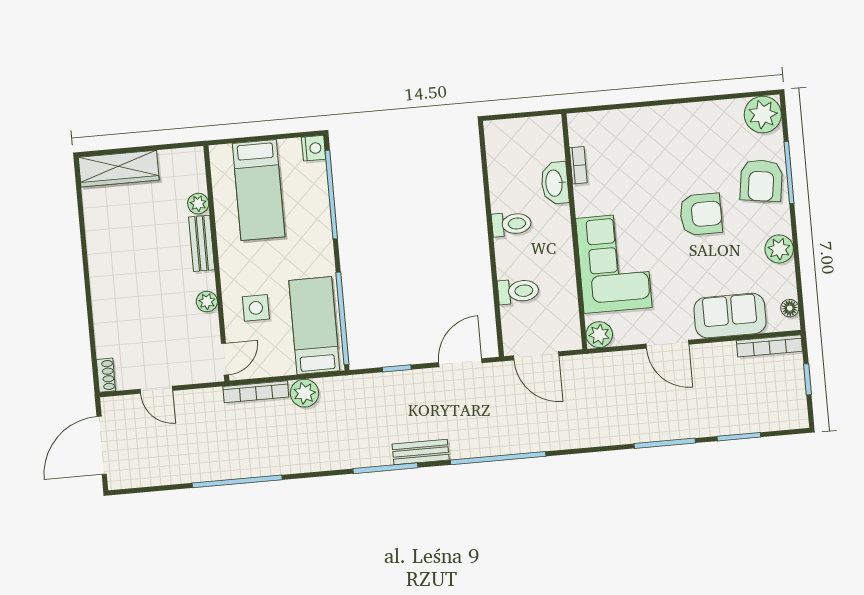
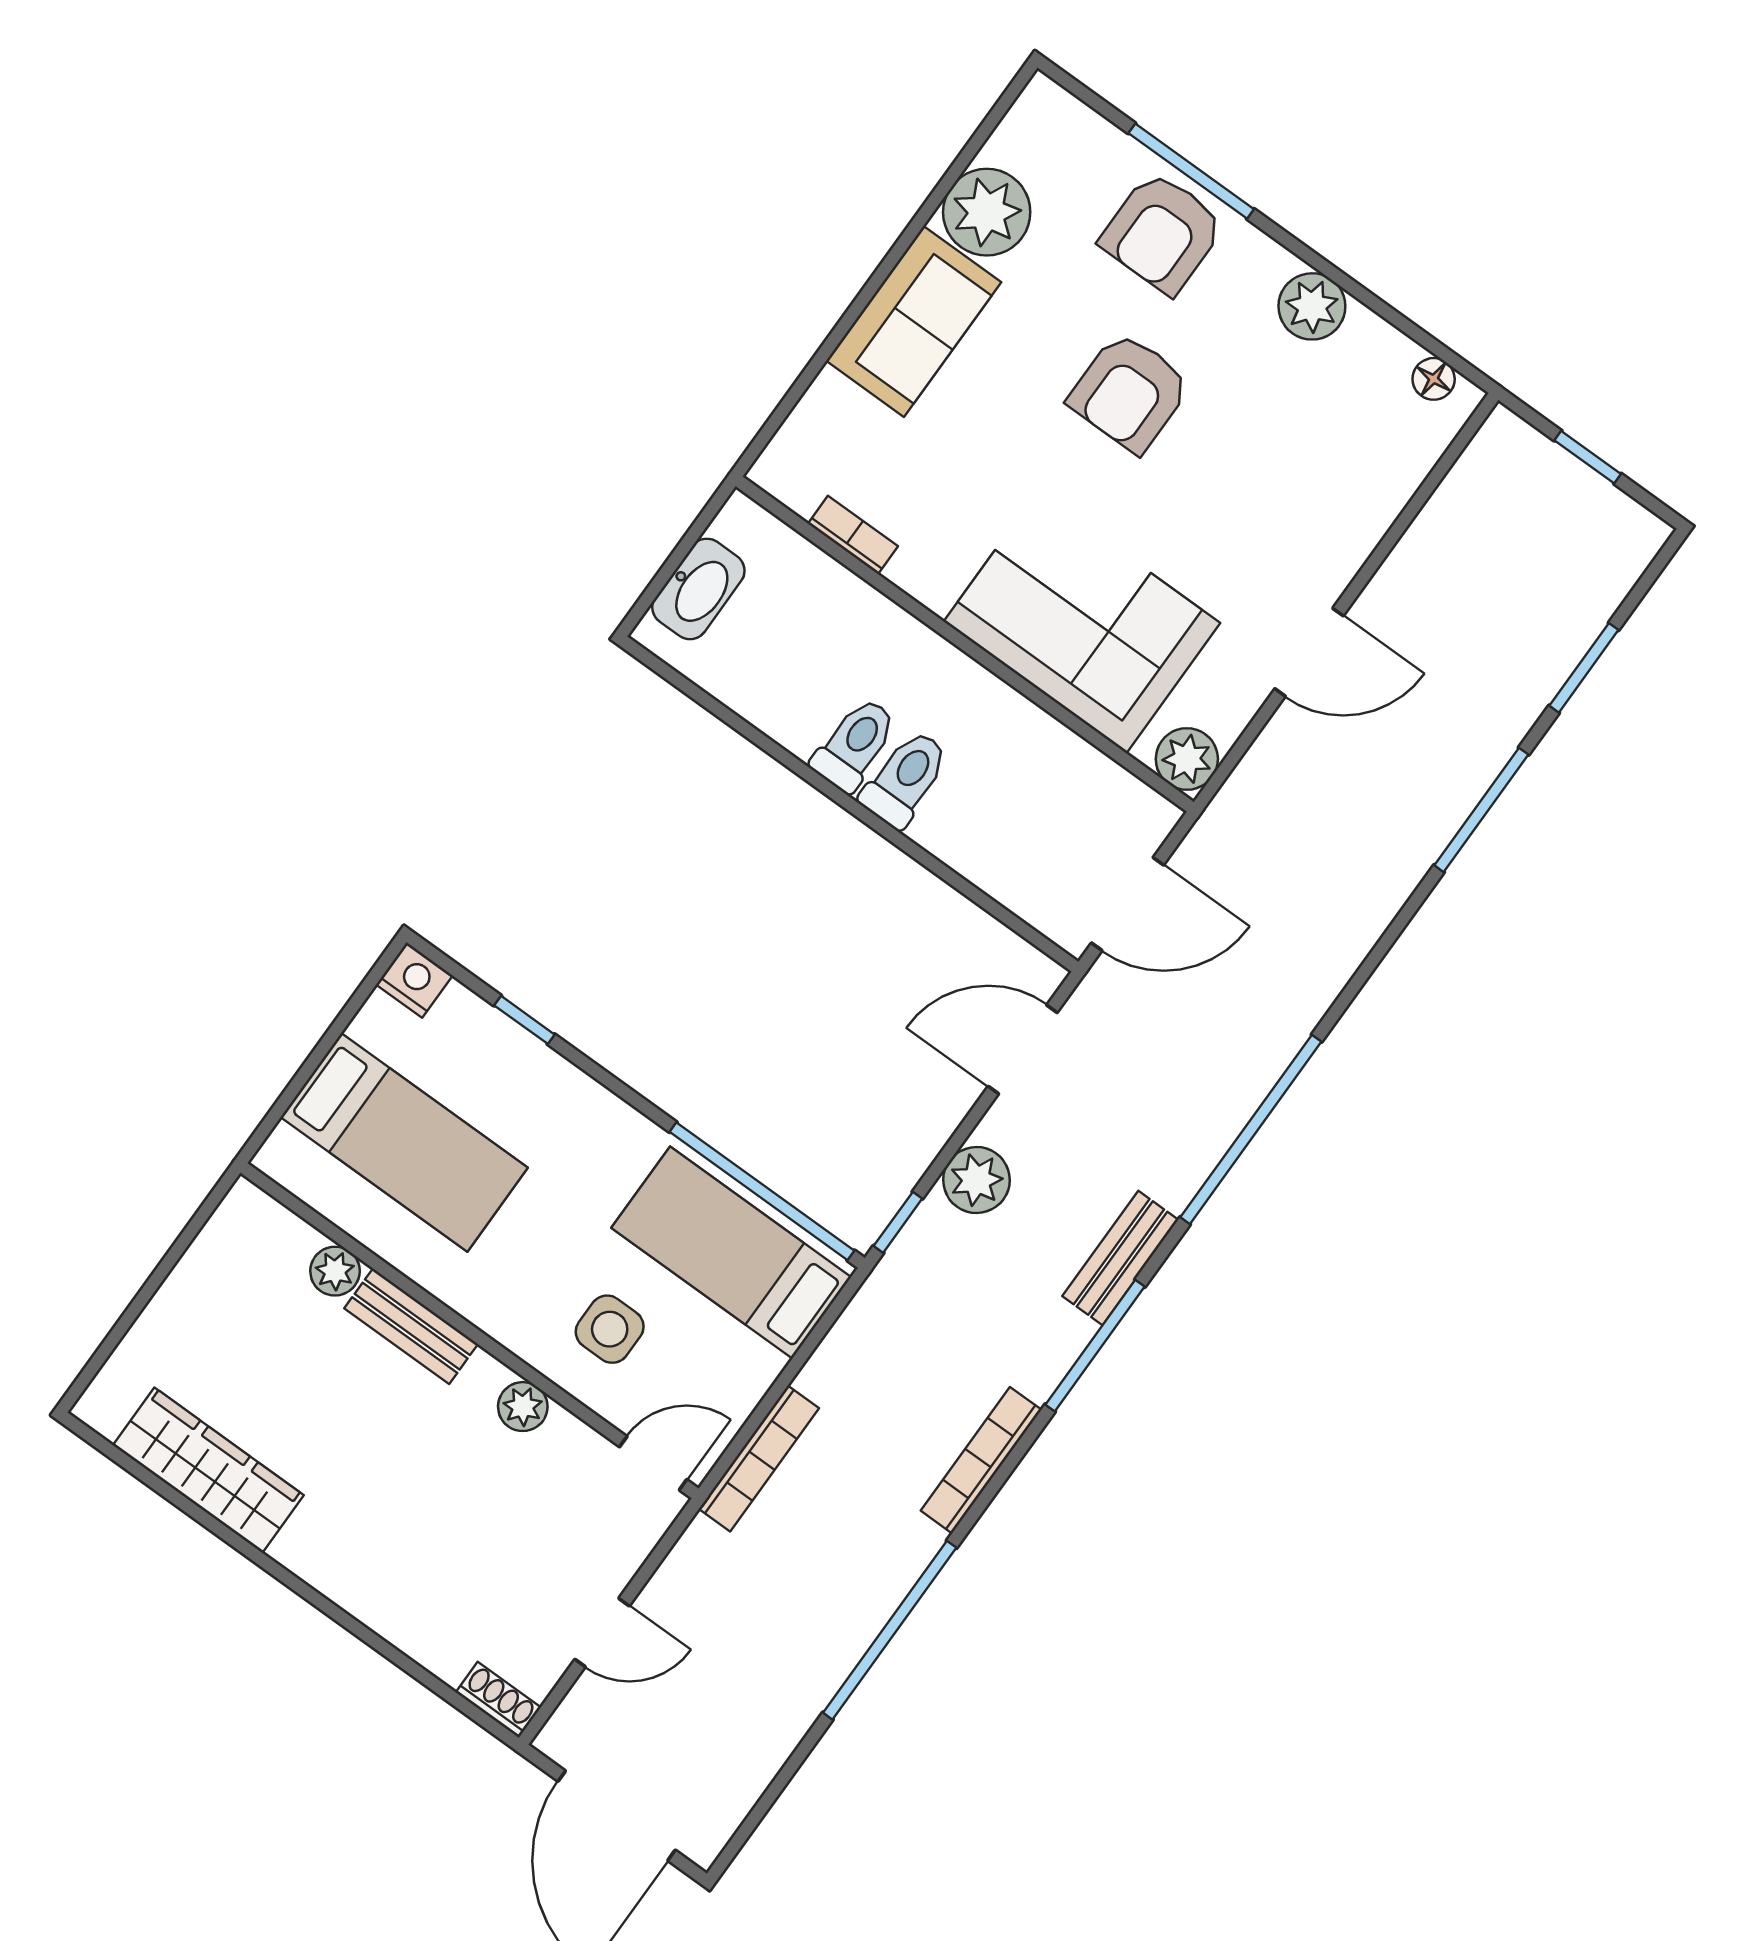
plant: (763, 115) -> (987, 212), moved
wardrobe: (119, 169) -> (208, 1470), moved, turned -90
armchair: (761, 181) -> (1162, 233), turned 82
washbasin: (555, 183) -> (698, 589), moved, turned -90
window: (331, 195) -> (524, 1020), width x0.32
armchair: (701, 214) -> (1130, 392), turned 180
toilet: (518, 291) -> (905, 779), moved
sofa: (730, 316) -> (914, 321), moved, turned 180
bookcase: (769, 346) -> (981, 1460), moved, turned 180
door: (225, 359) -> (653, 1463), hinge flipped
door: (460, 363) -> (1023, 1049), hinge flipped
window: (397, 368) -> (898, 1222), moved
plant: (304, 393) -> (976, 1180), moved

